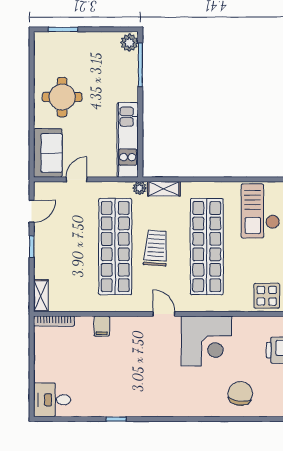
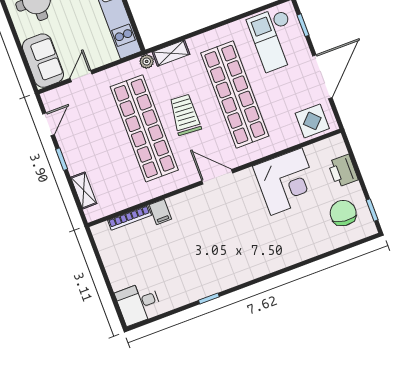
shelving: (41, 296) -> (84, 190), moved
door: (164, 314) -> (217, 177), width x1.38
bookcase: (54, 321) -> (130, 218), moved
corner desk: (206, 341) -> (286, 182), moved
chair: (240, 394) -> (343, 213), moved

